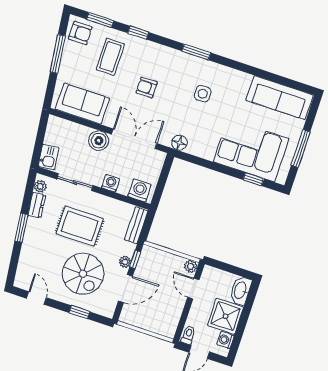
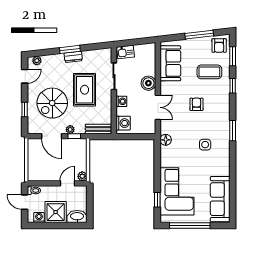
double door: (134, 139) -> (158, 107), width x0.73
window: (301, 148) -> (190, 225), width x1.46
plant: (40, 186) -> (37, 61), moved
dresser: (37, 205) -> (73, 57), moved

